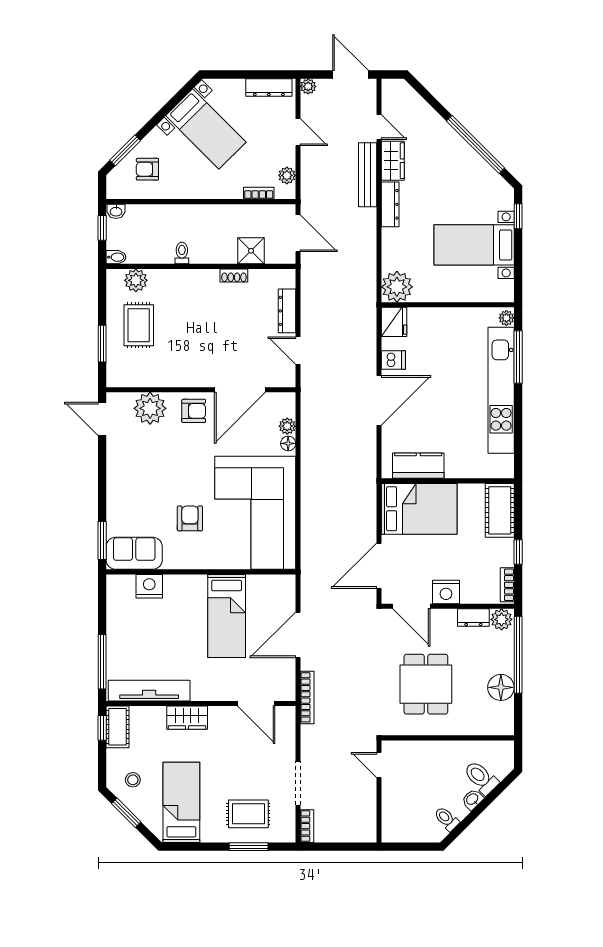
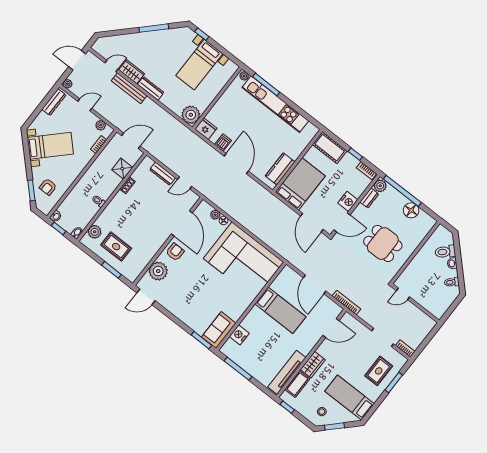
window: (476, 145) -> (154, 28), width x0.68
armchair: (190, 518) -> (223, 292), removed
window: (102, 662) -> (238, 369), moved
cot: (118, 727) -> (297, 384), moved, turned 90

